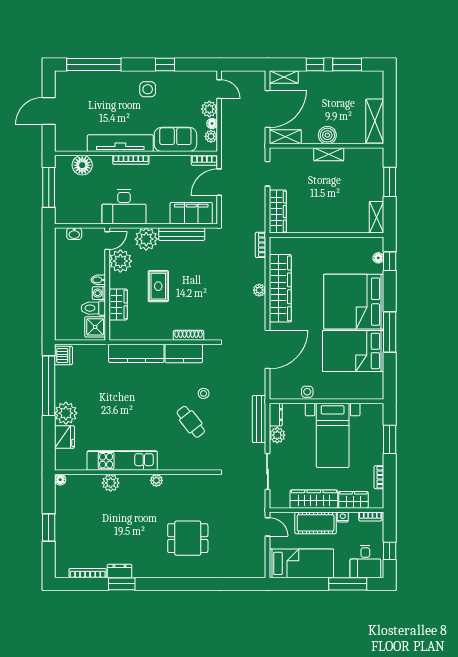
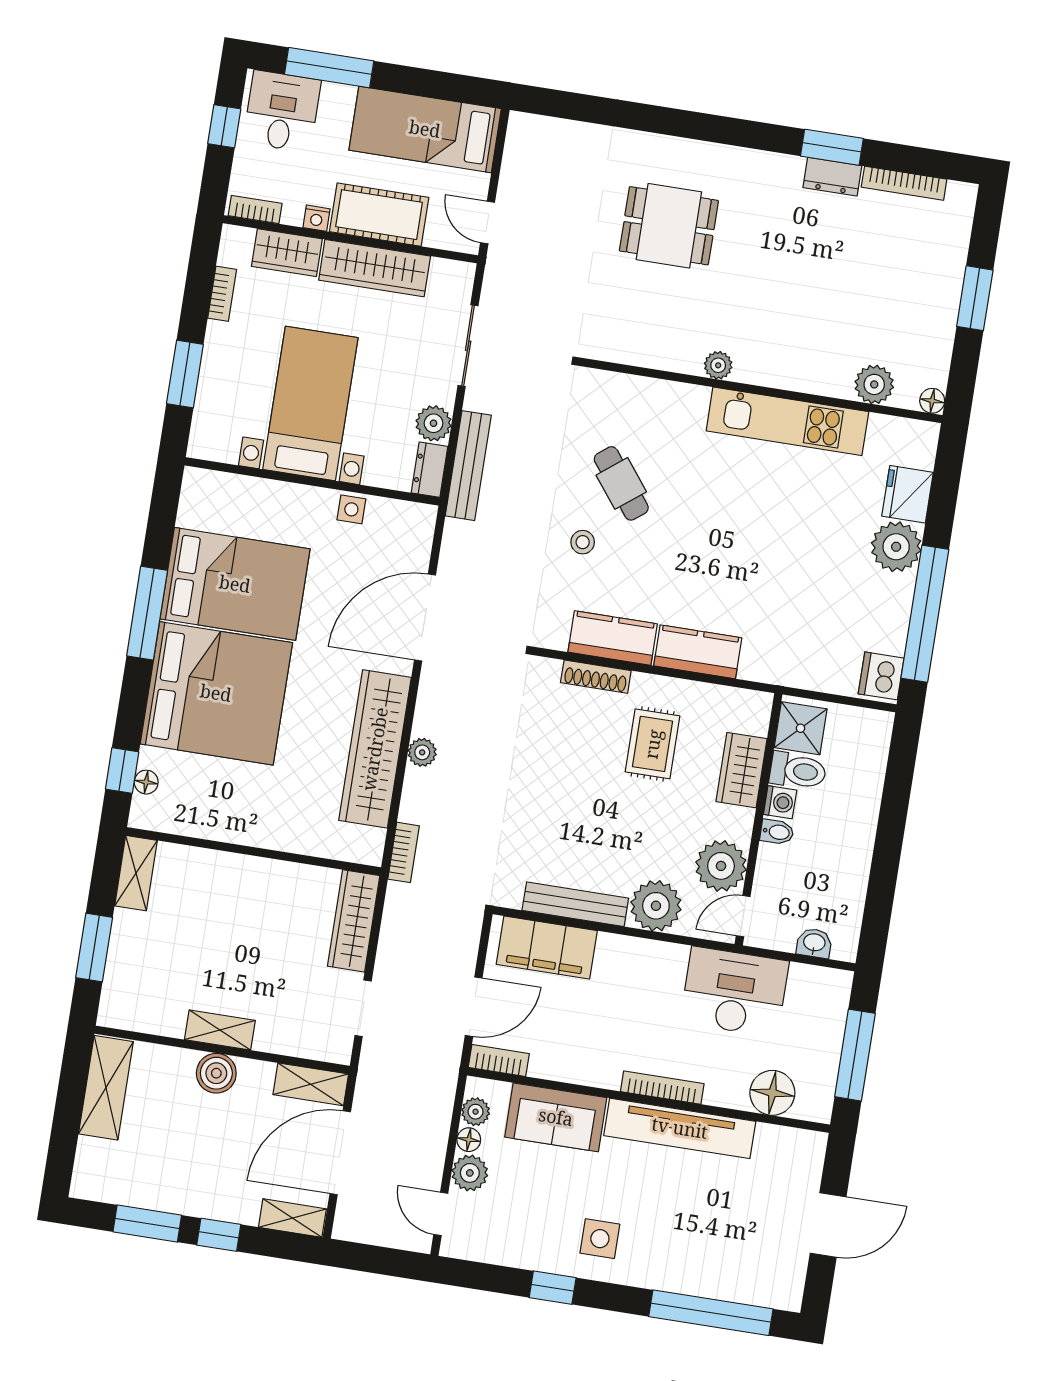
desk: (124, 207) -> (734, 992), moved
rug: (158, 286) -> (653, 744), moved
kitchen counter: (136, 353) -> (698, 652), width x0.67
plant: (111, 483) -> (874, 384), moved

